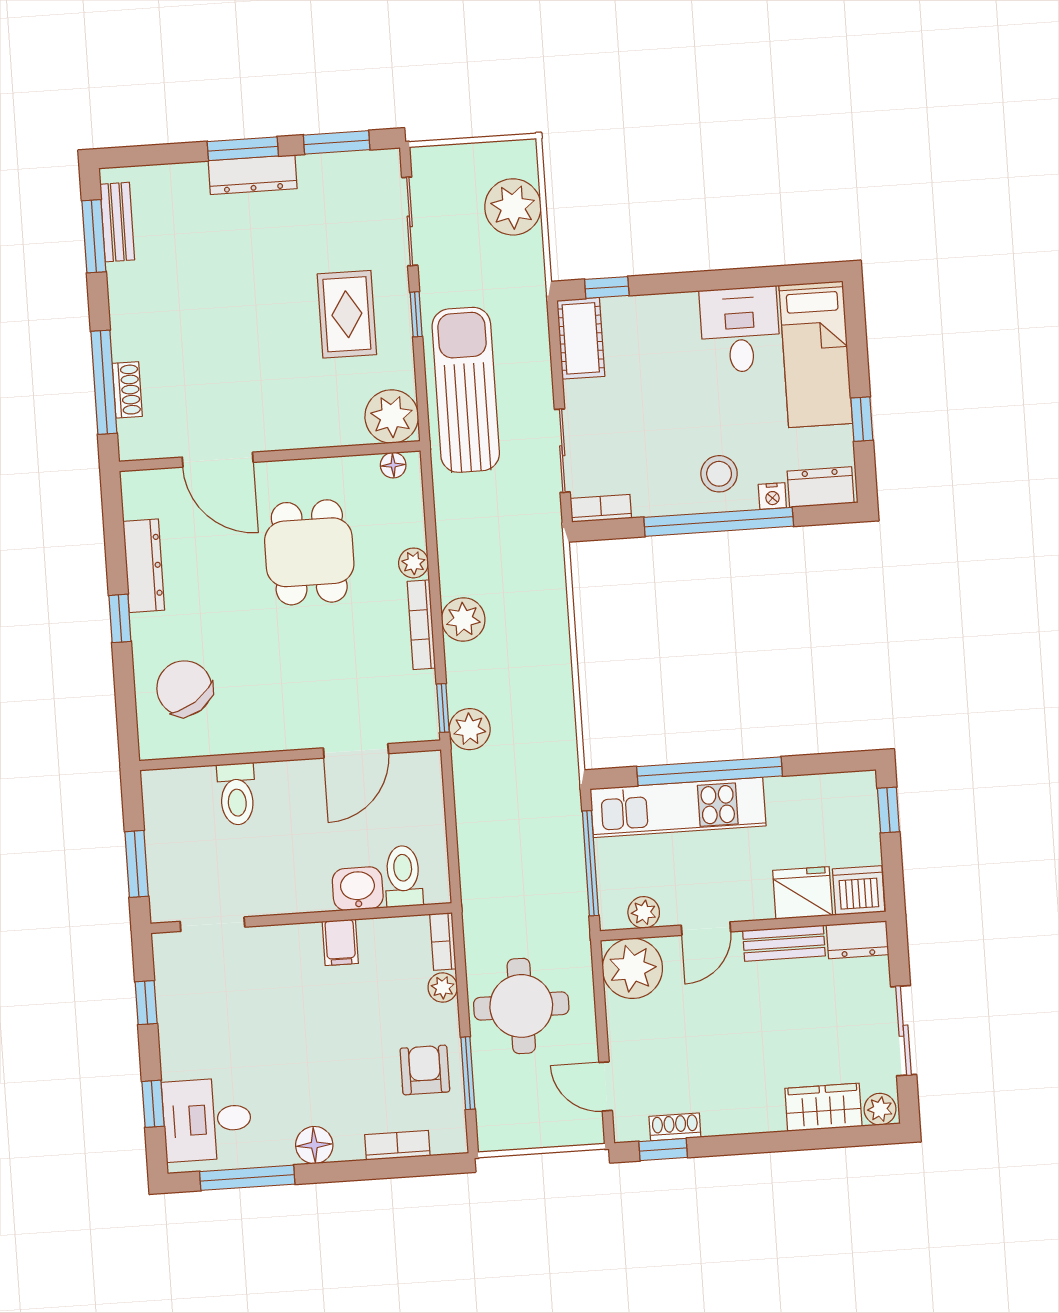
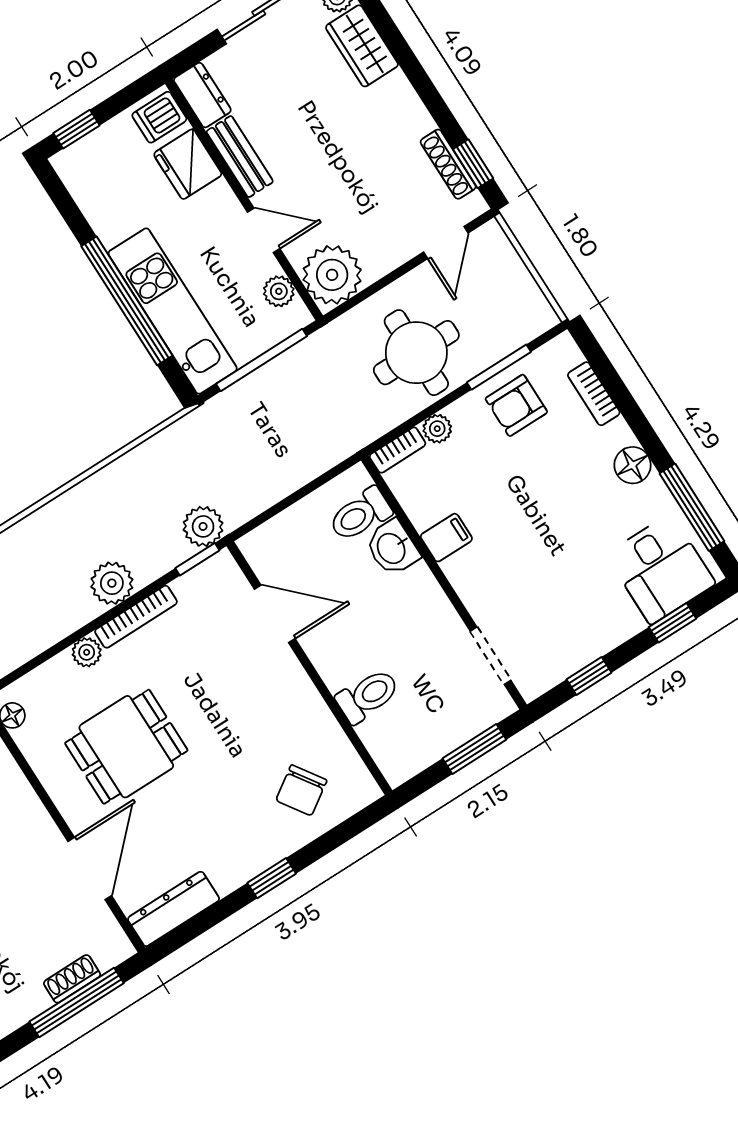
dresser: (144, 566) -> (174, 909), moved
chair: (184, 688) -> (301, 790), width x0.73, depth x0.73
dishwasher: (859, 890) -> (159, 117), width x0.73
shoe rack: (675, 1127) -> (448, 164), width x1.43

